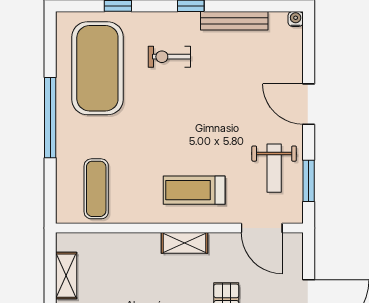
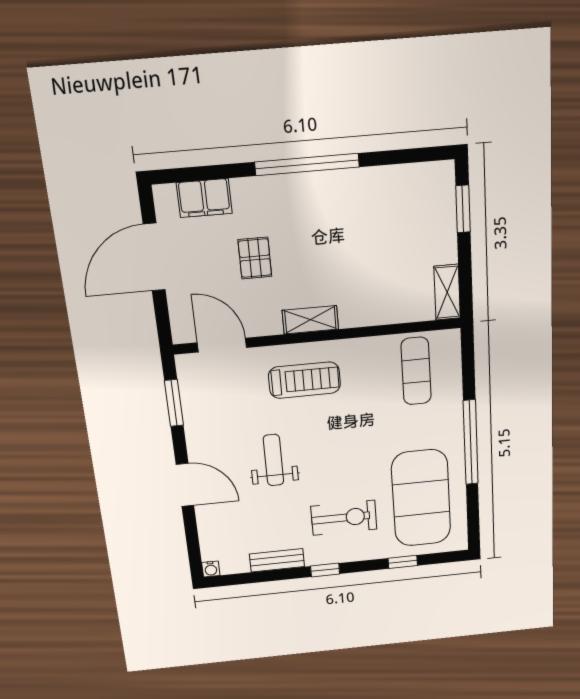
bench: (234, 21) -> (277, 560), width x0.73
exercise bike: (169, 57) -> (344, 518), width x1.38, depth x1.39
weight bench: (274, 168) -> (273, 460), moved
shelving: (66, 276) -> (447, 292), moved

